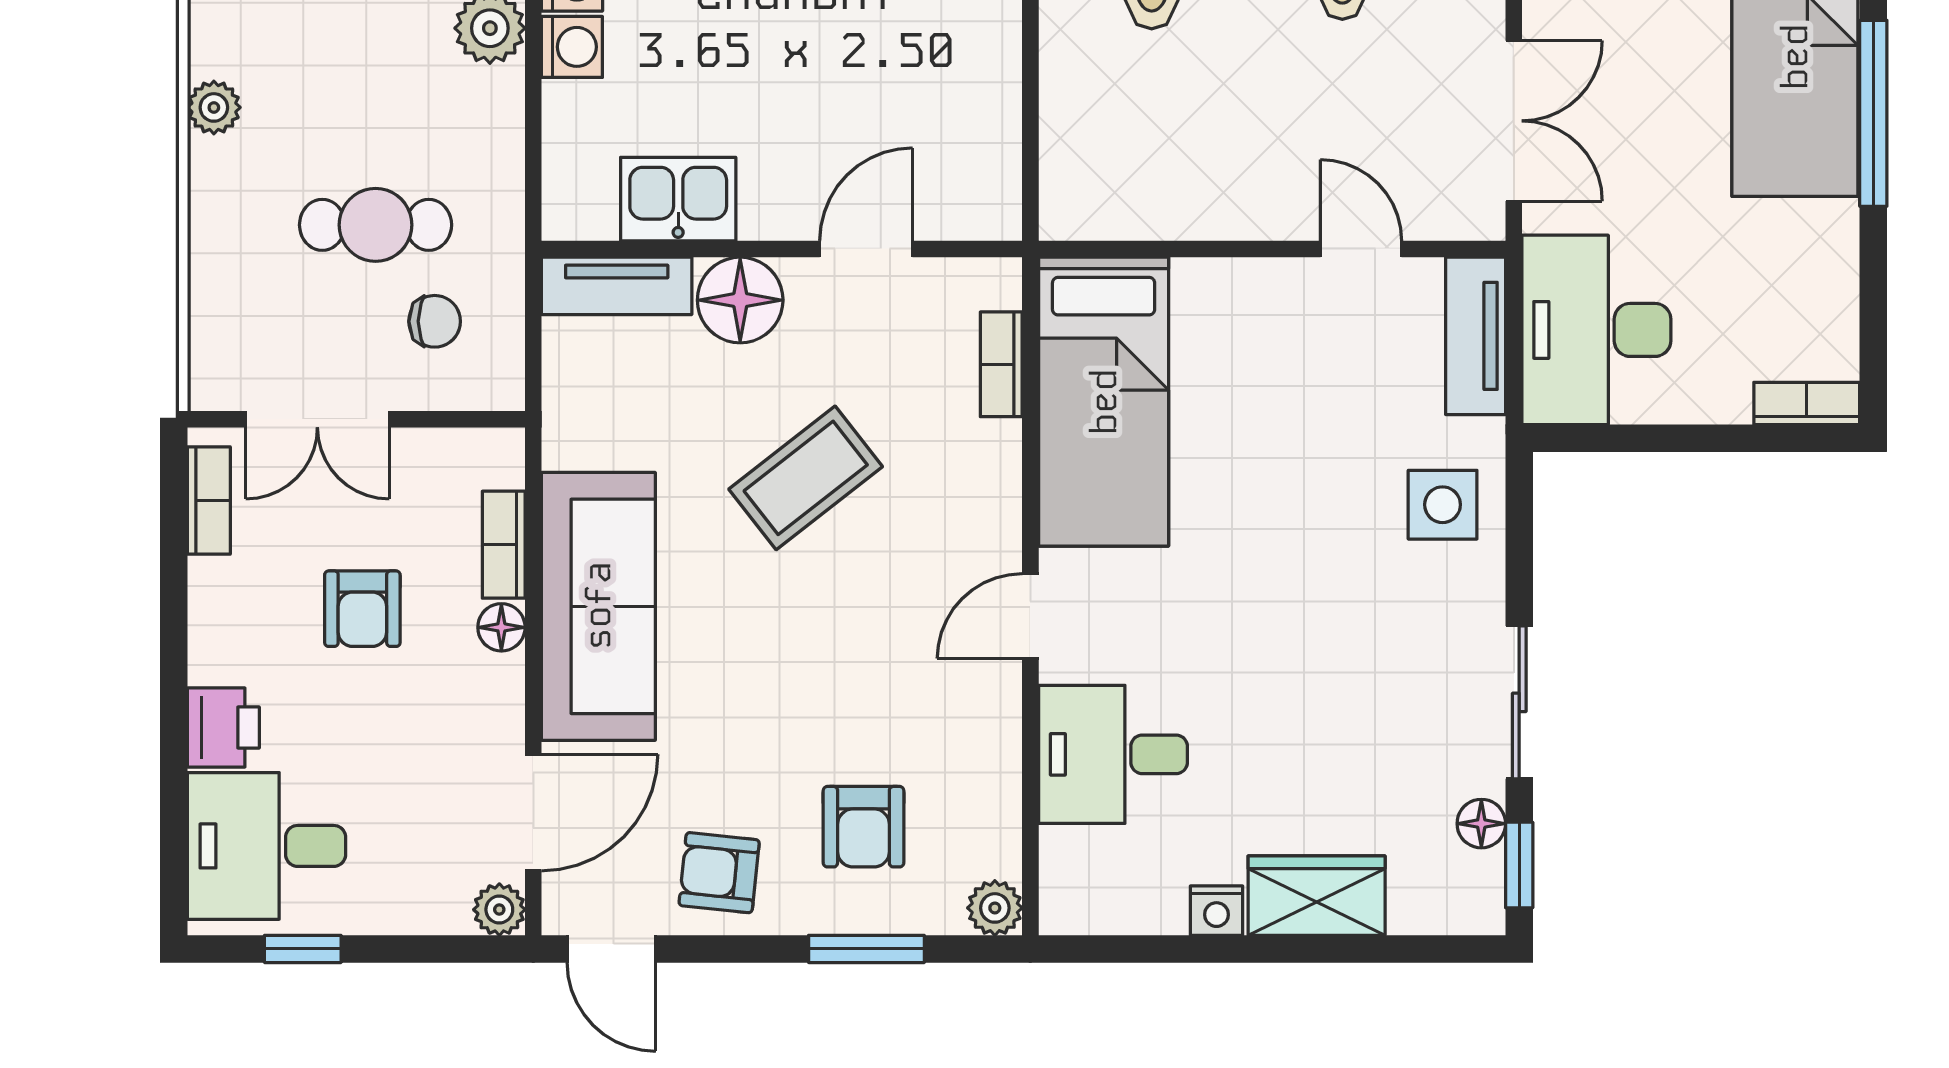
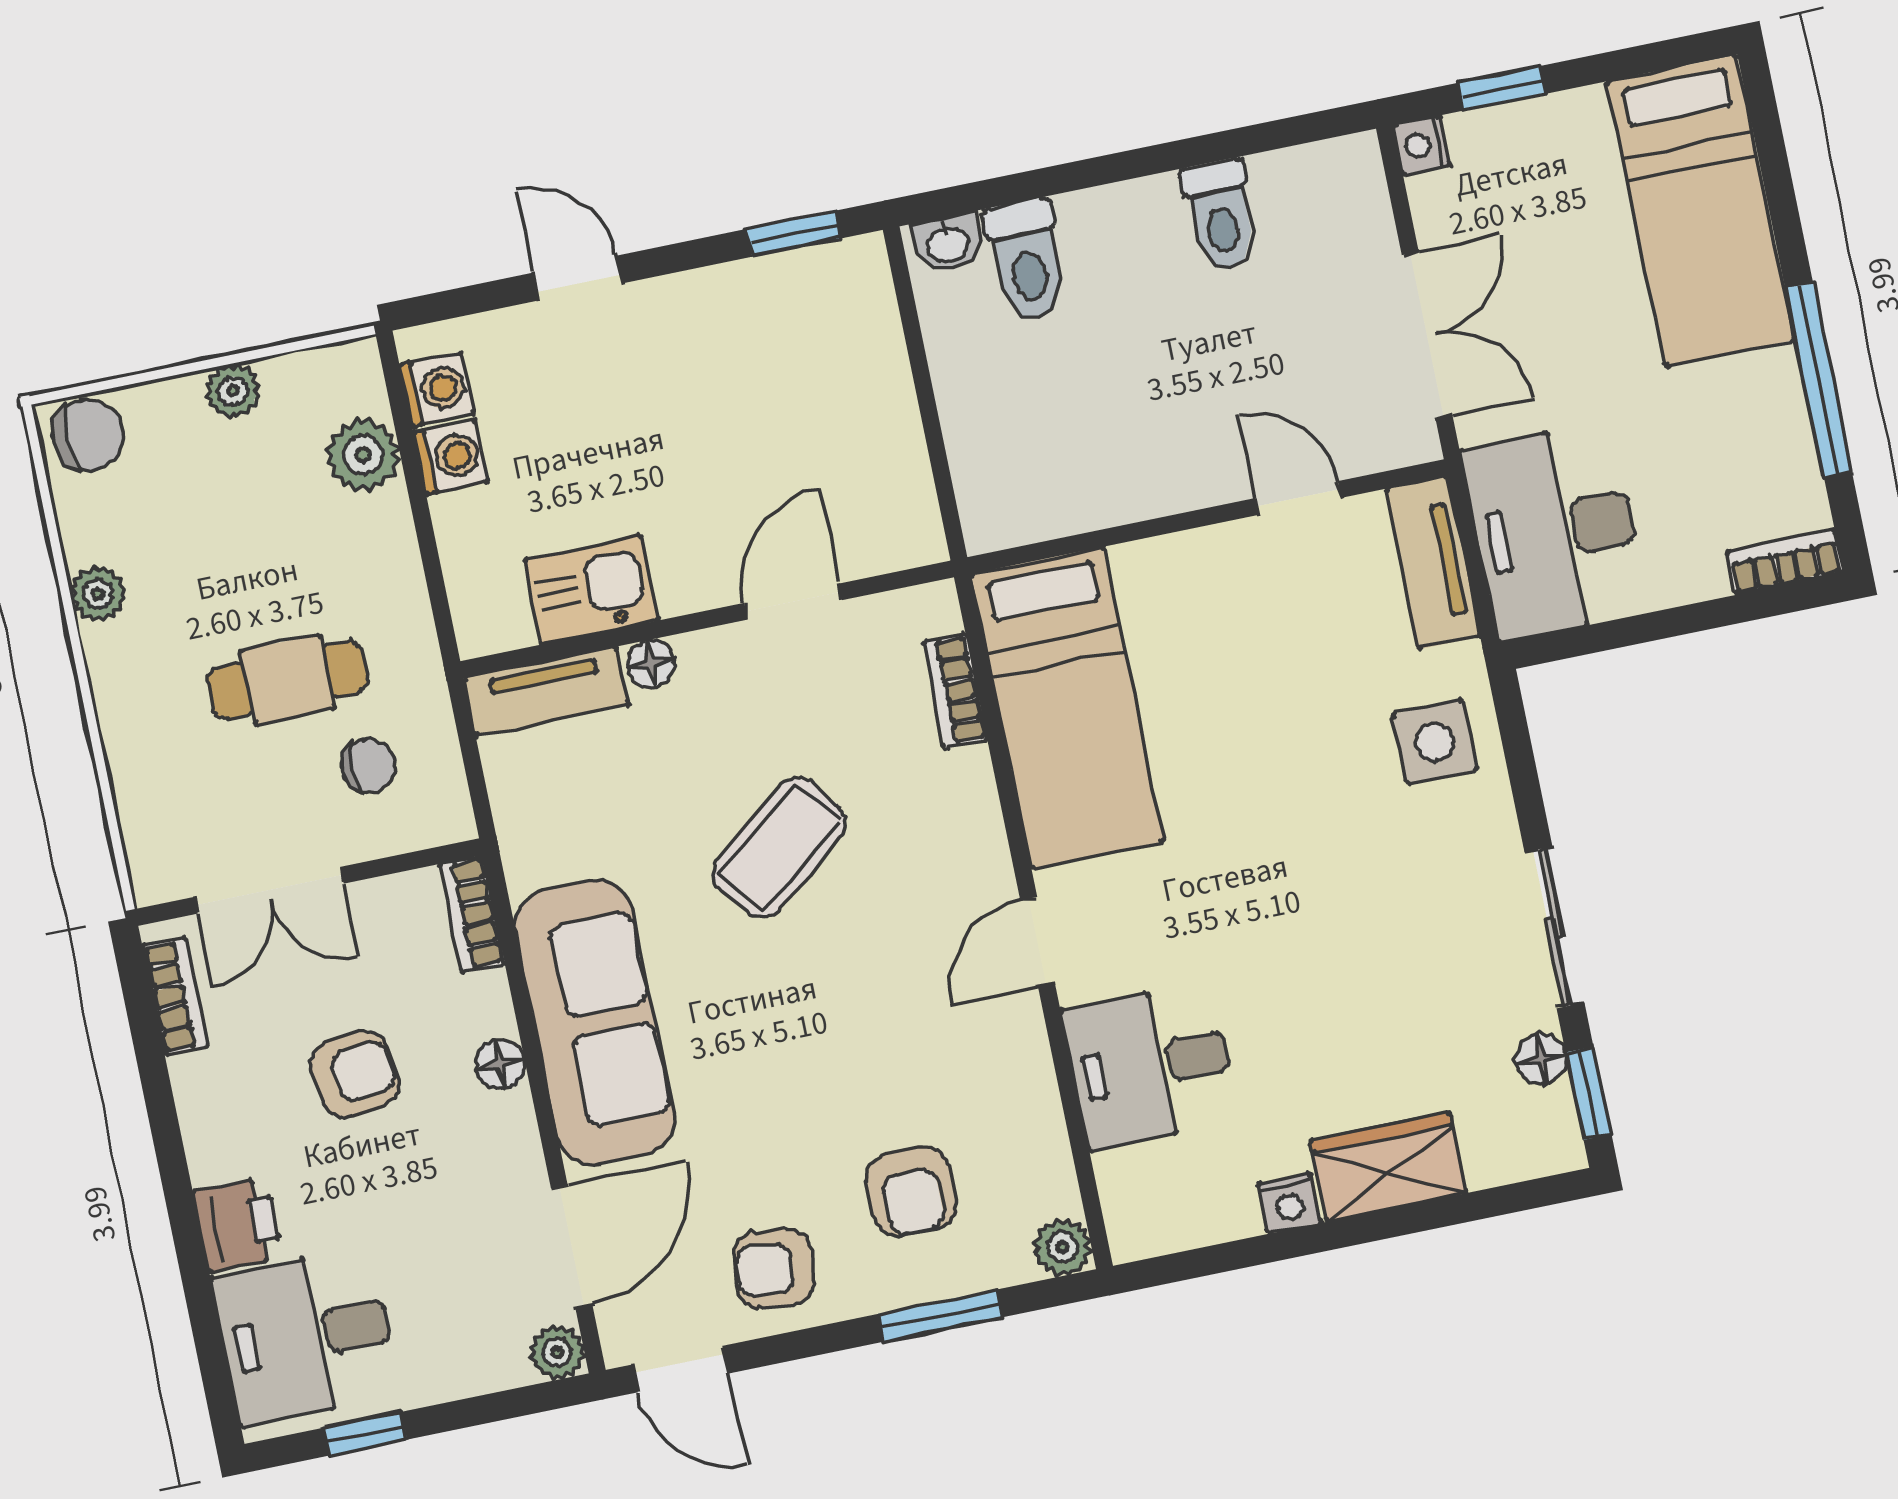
window: (1873, 113) -> (1819, 380), moved
floor lamp: (740, 300) -> (651, 664), width x0.53, depth x0.53
bookcase: (504, 545) -> (472, 914), moved
armchair: (362, 609) -> (355, 1074), turned -98

